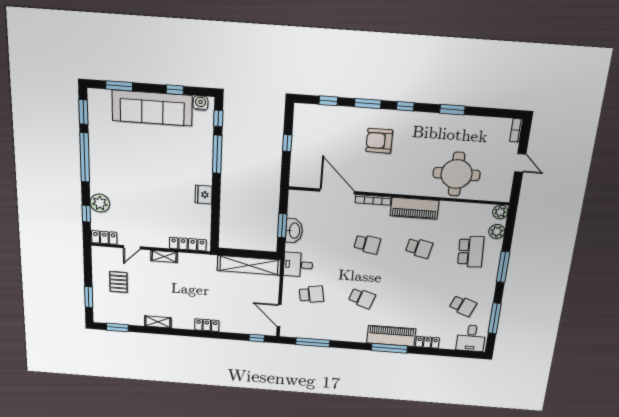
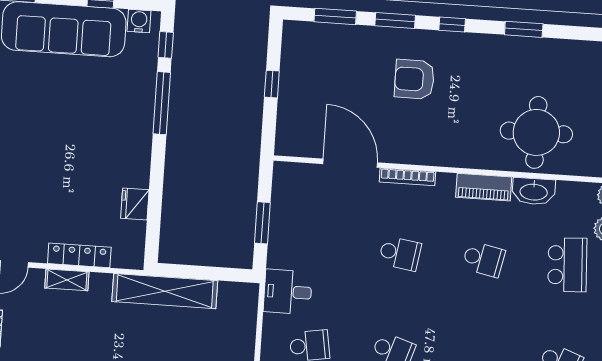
window: (328, 101) -> (335, 16), width x1.50
fridge: (204, 195) -> (135, 204), moved
piano: (414, 208) -> (484, 187), width x0.73, depth x0.75
washbasin: (294, 231) -> (534, 191), moved, turned 90
locker: (188, 244) -> (79, 255), moved
shelving: (249, 265) -> (165, 291), moved

